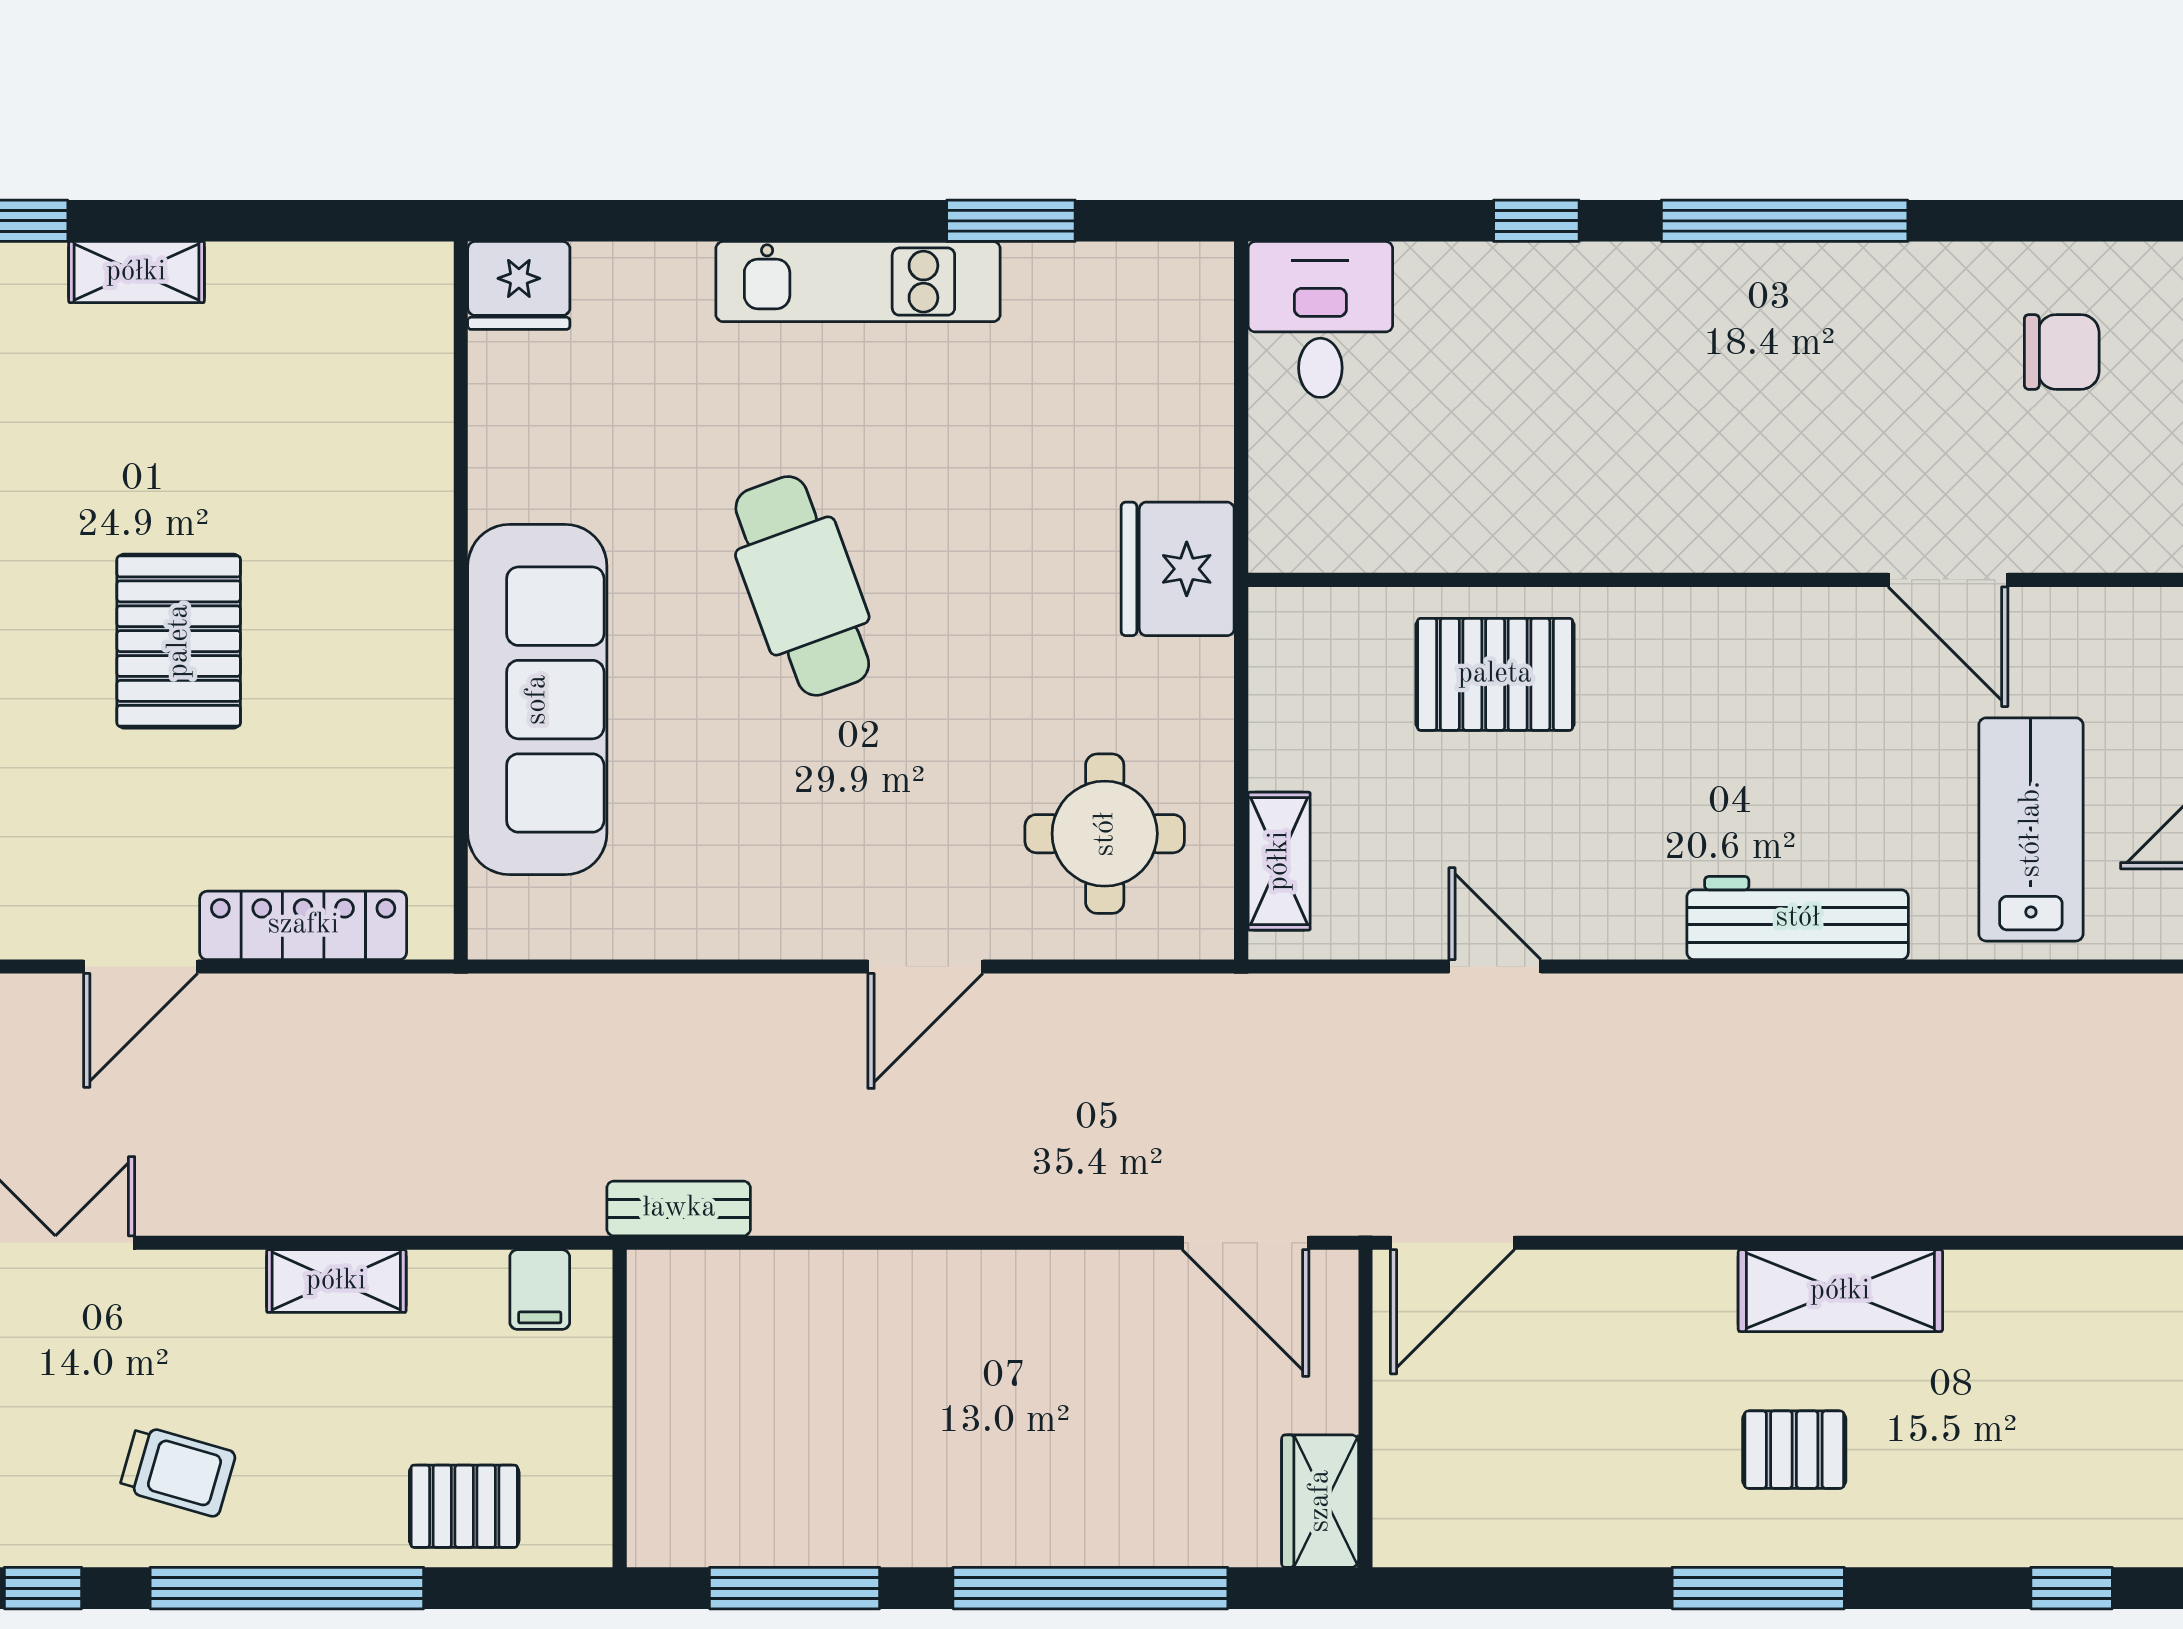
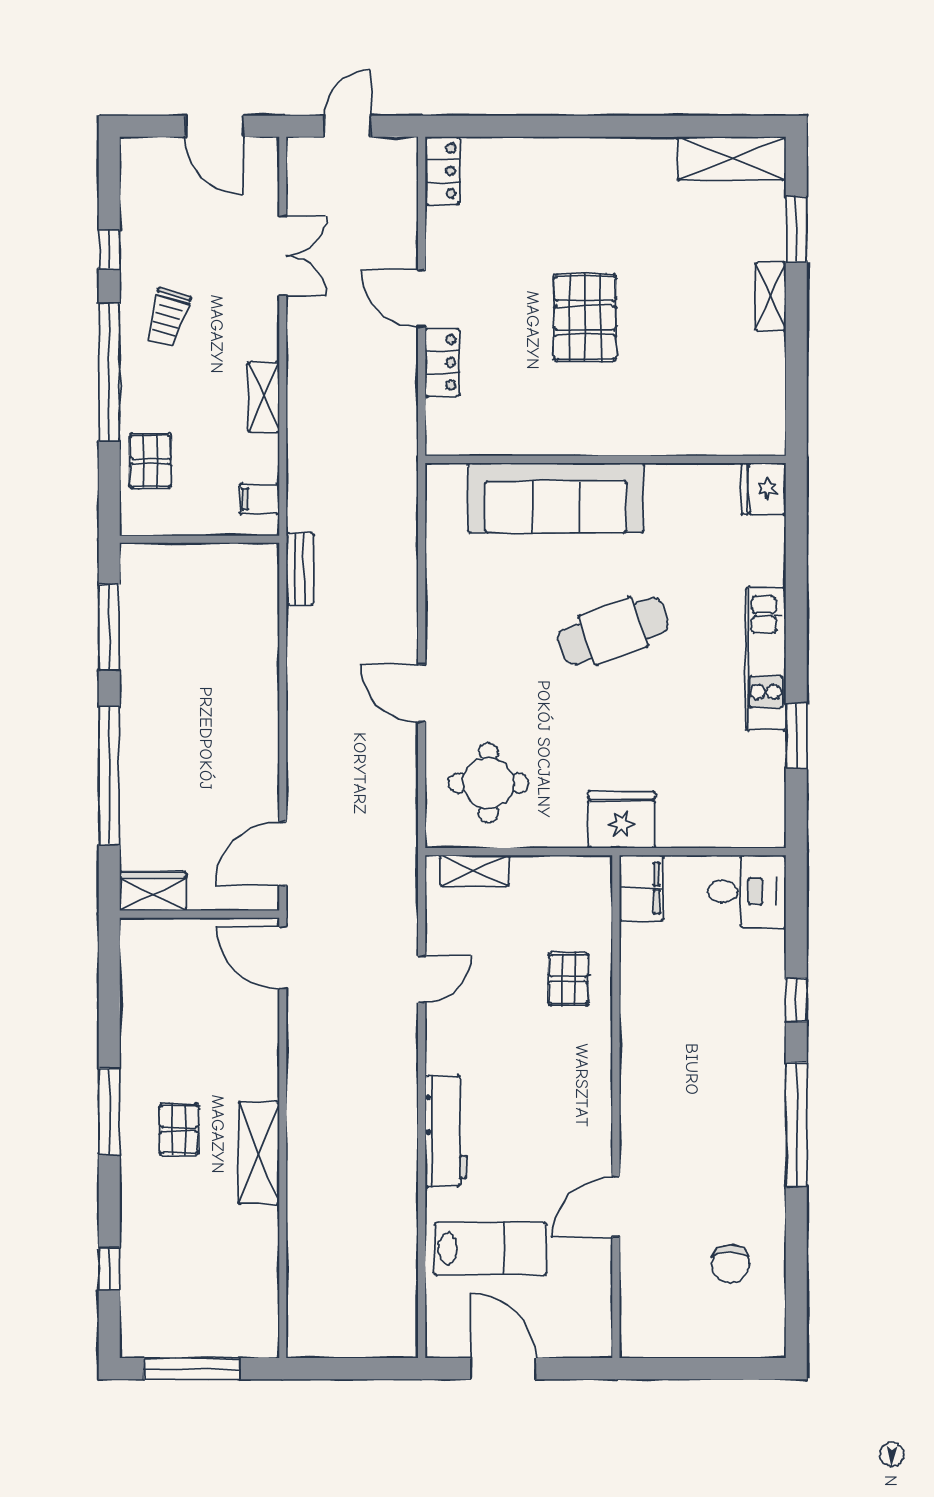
filing cabinet: (1314, 529) -> (641, 888), added
pallet: (179, 641) -> (585, 318), turned 90
pallet: (1495, 674) -> (568, 979), width x0.67, depth x0.71
locker: (303, 925) -> (442, 362), width x0.66

